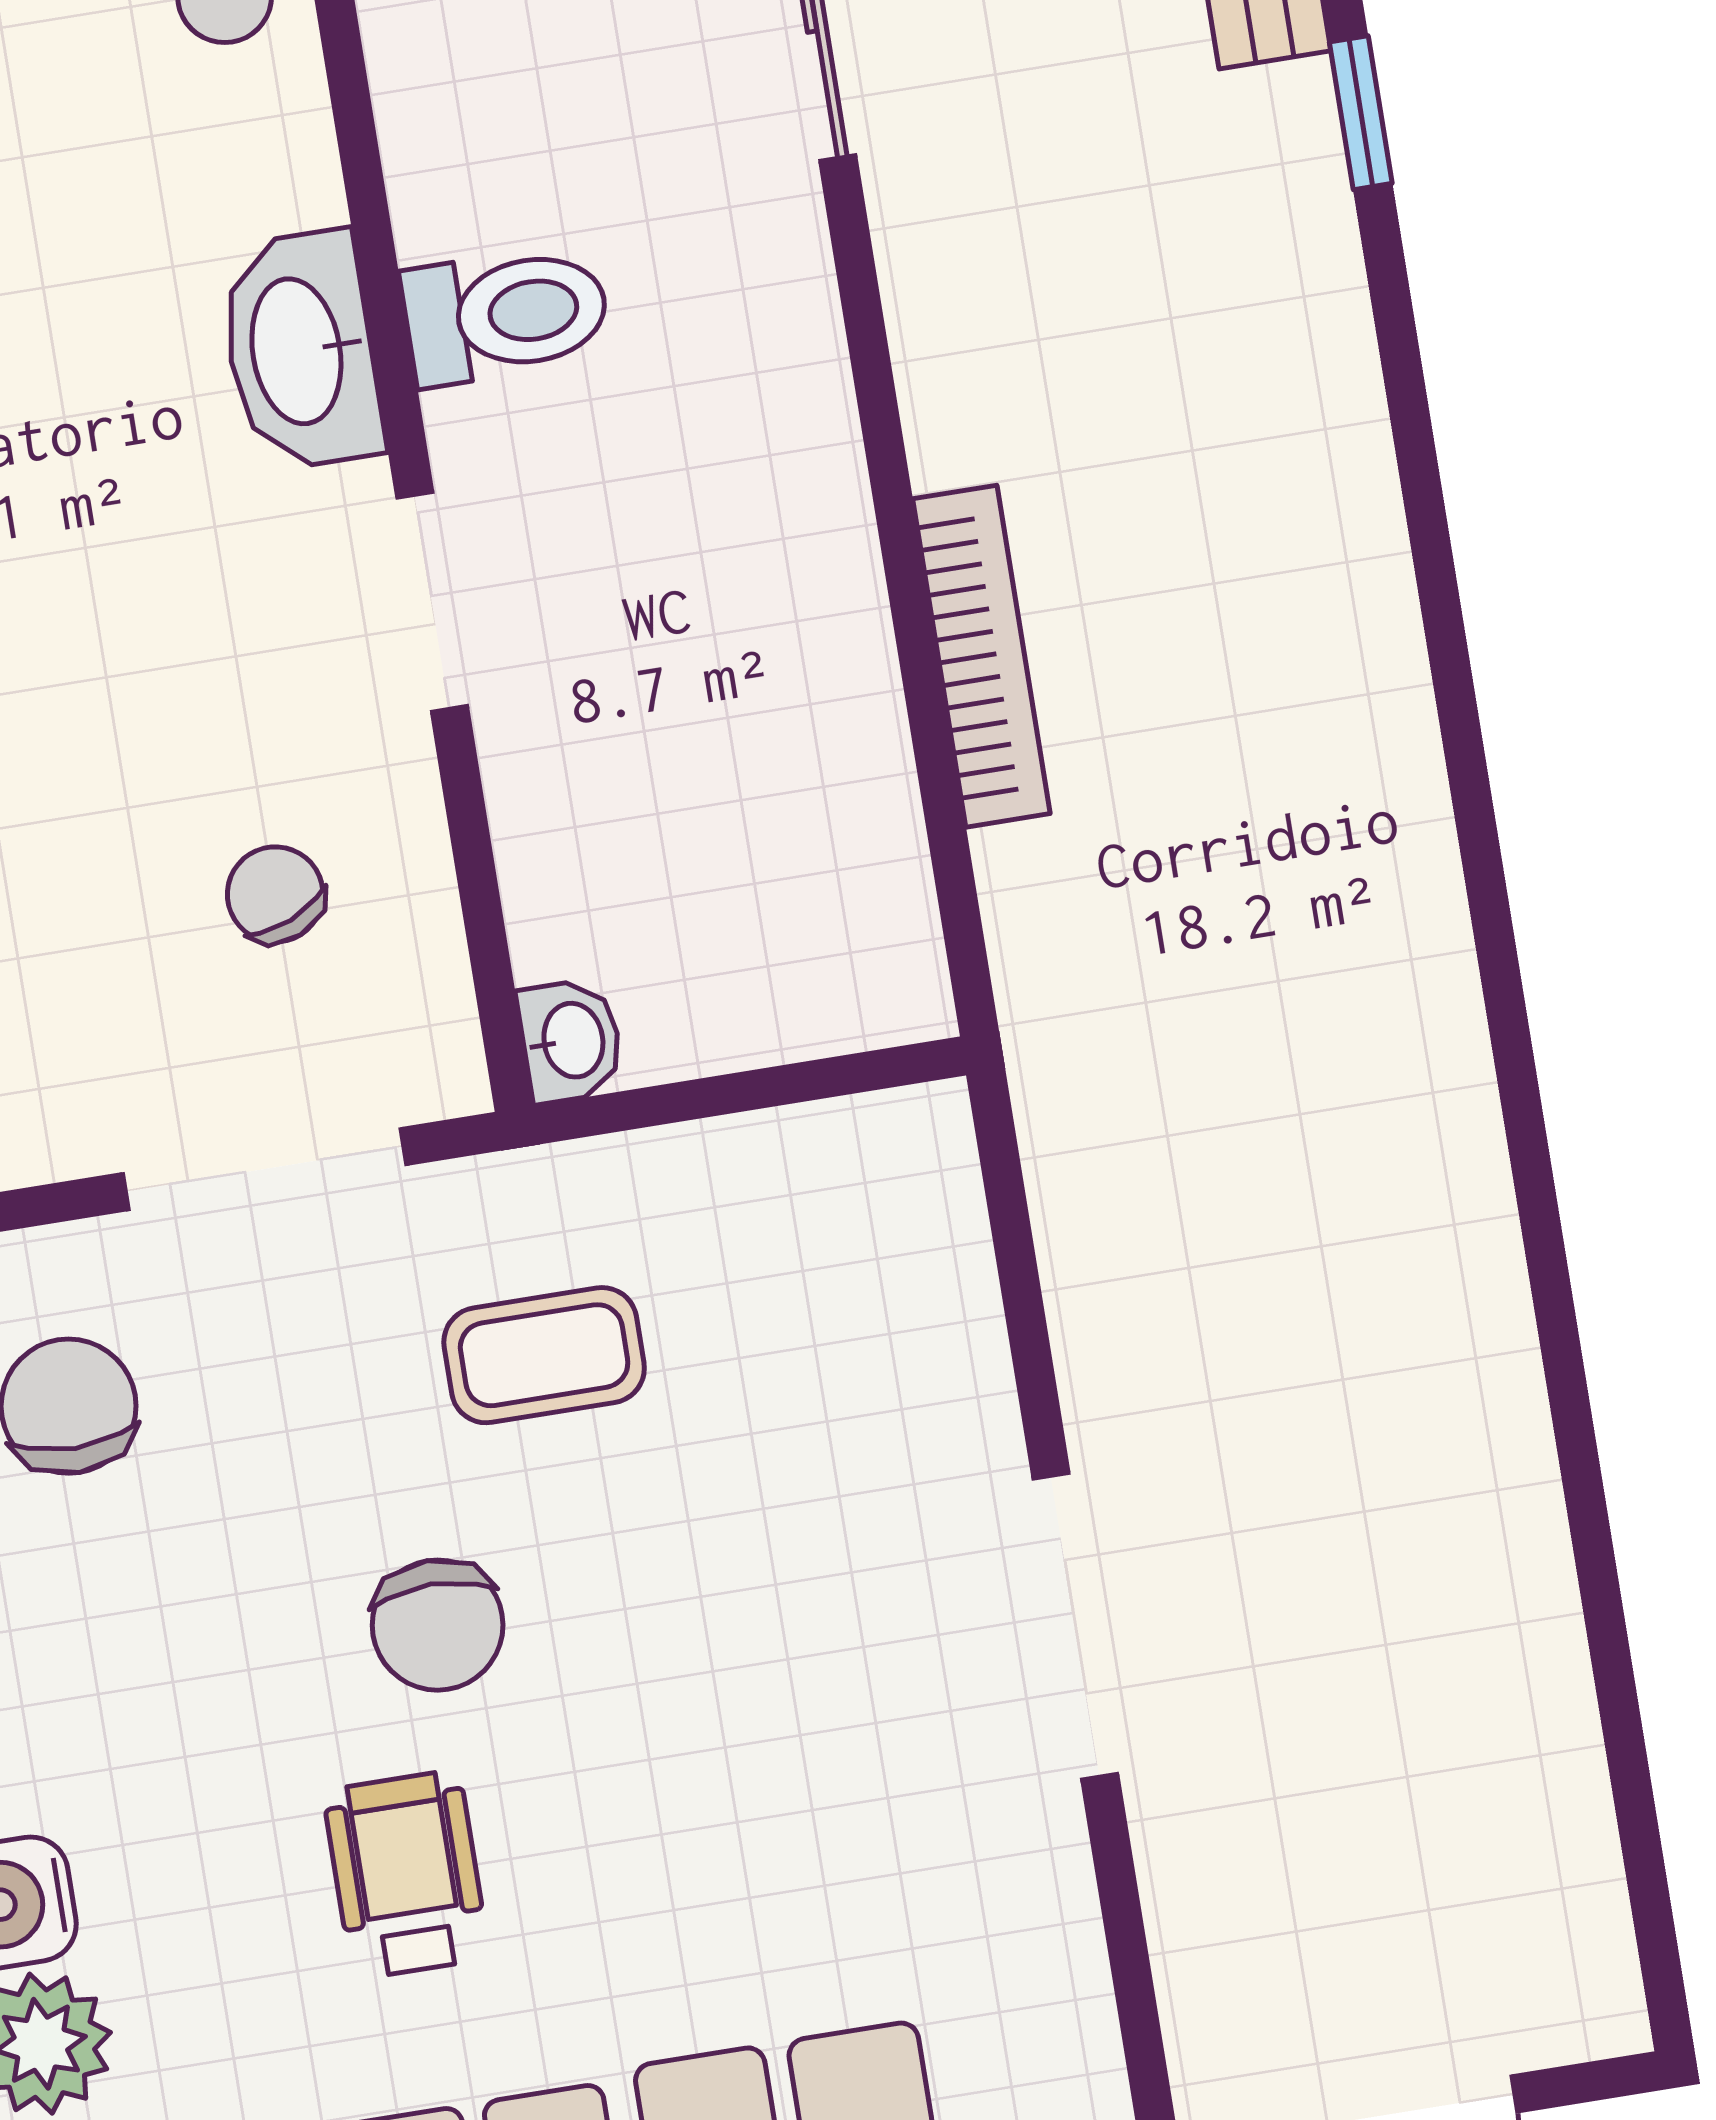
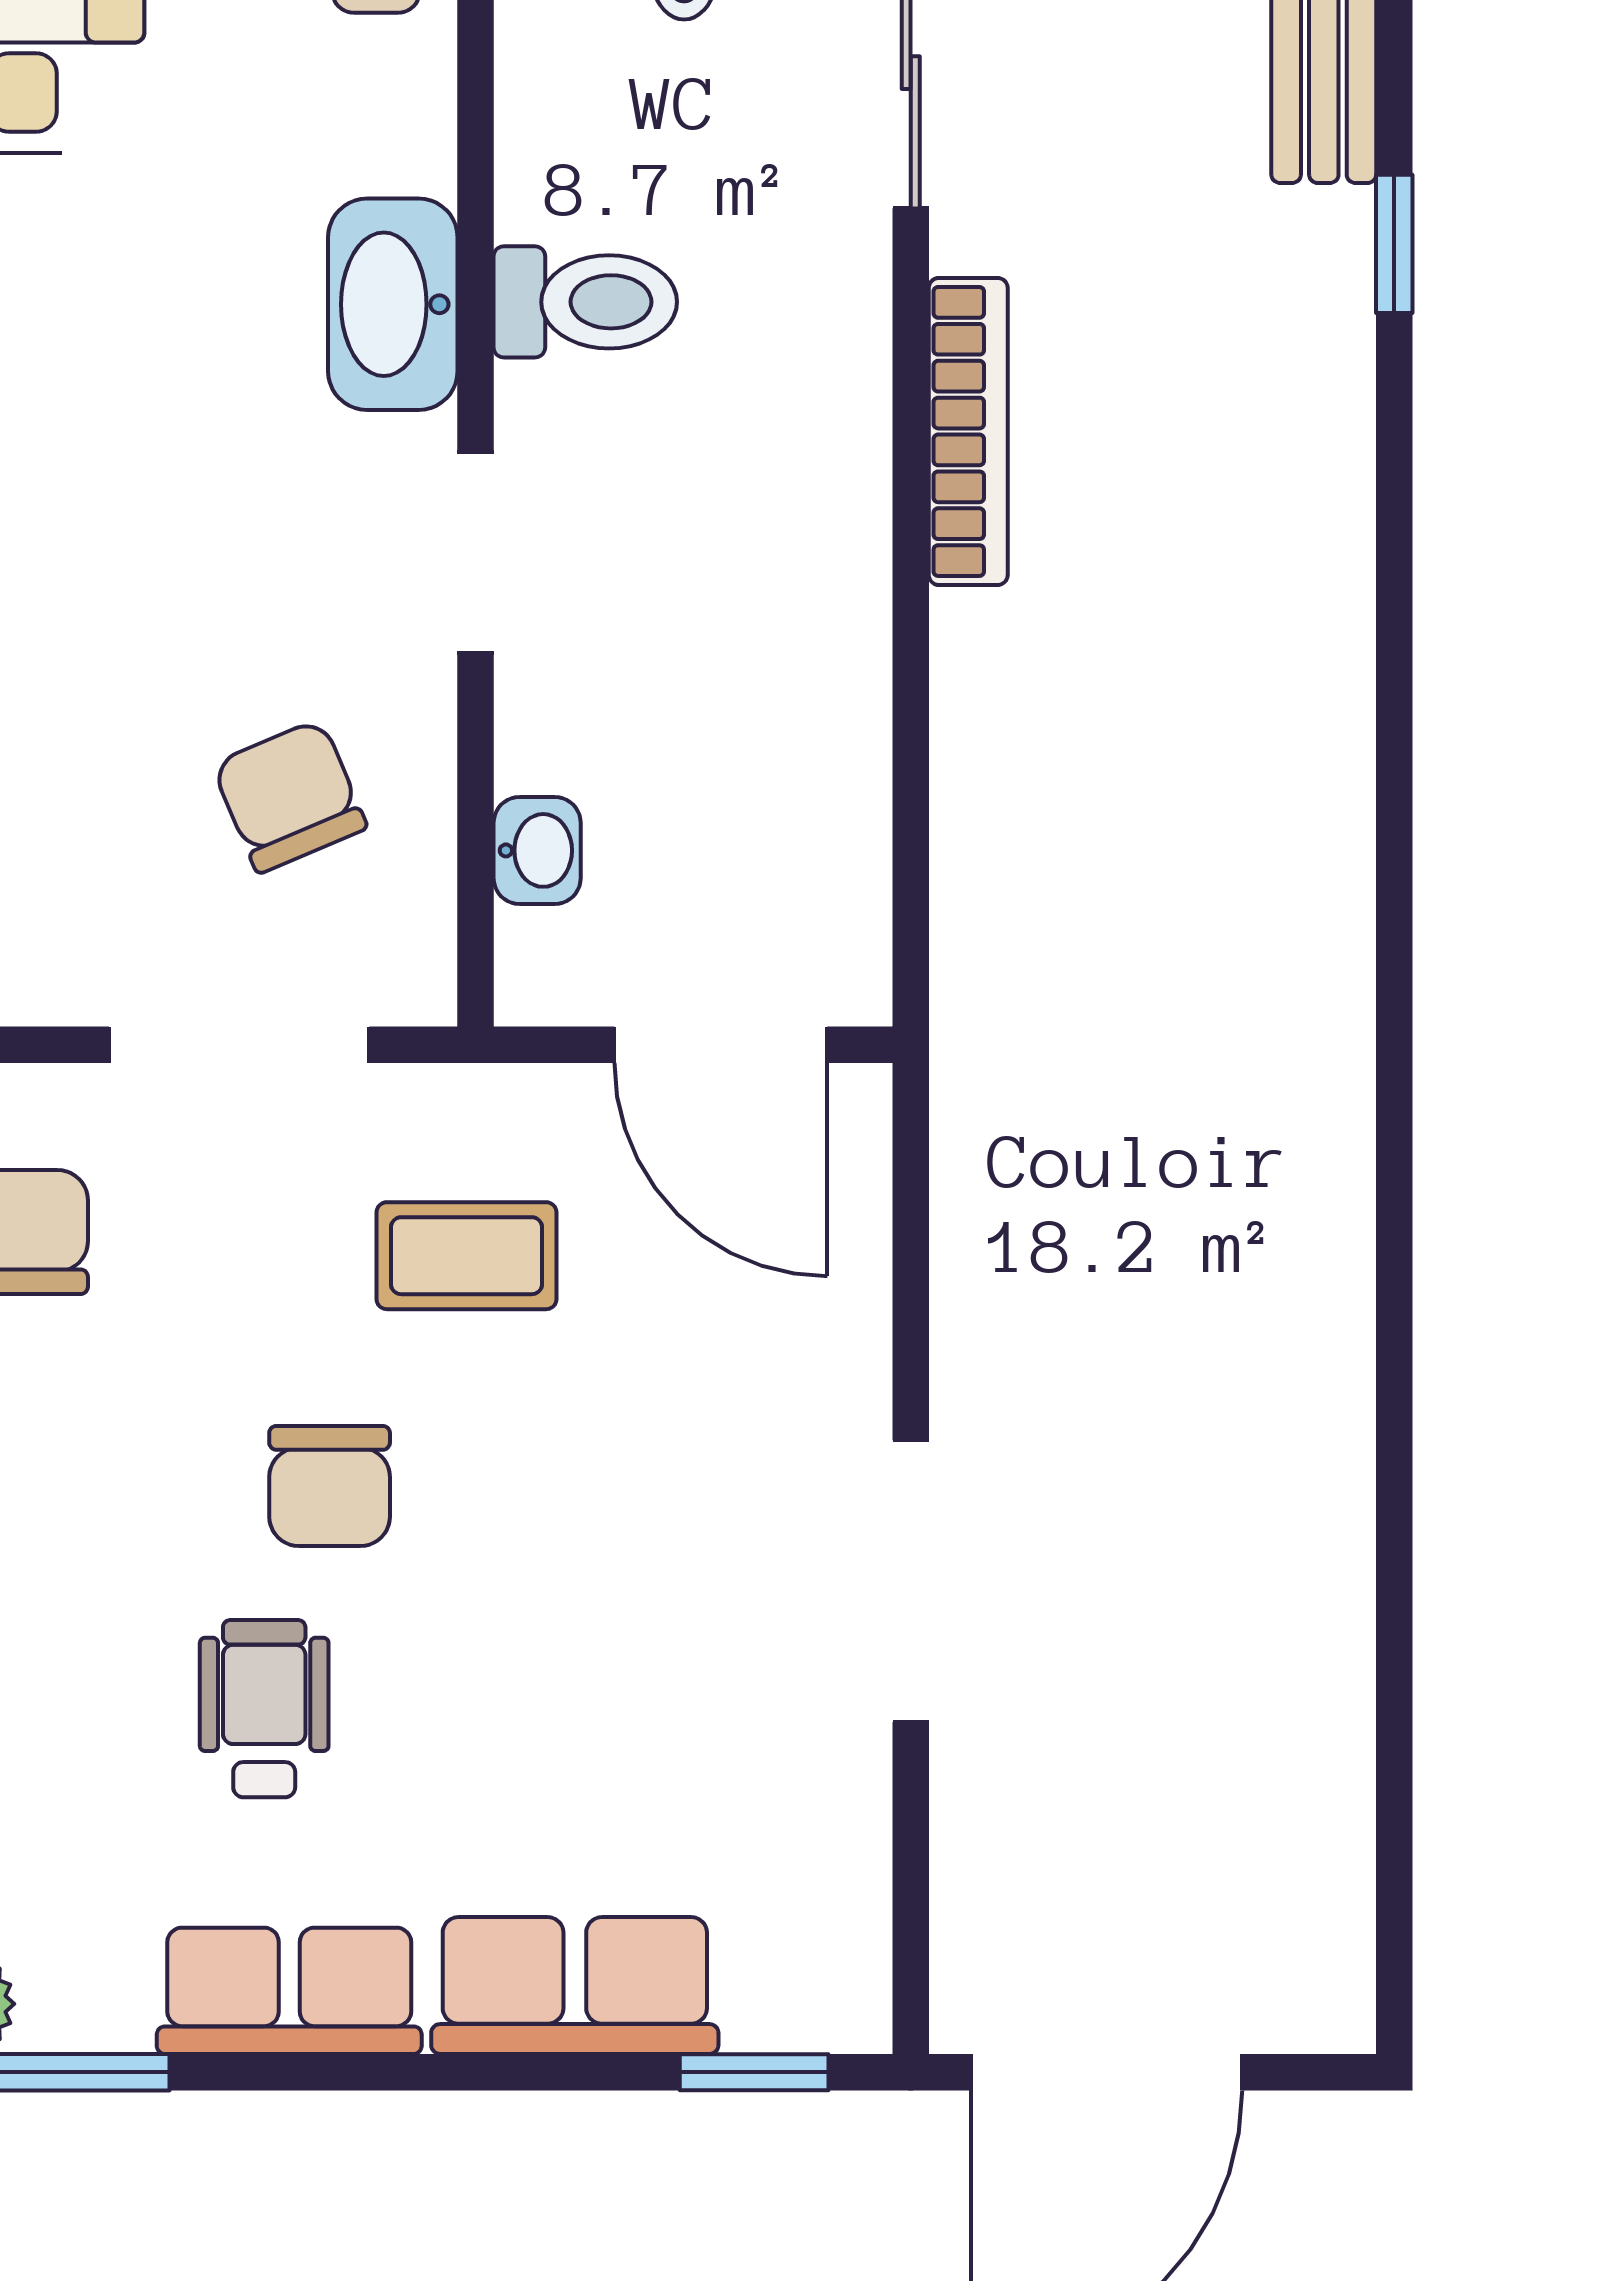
bookcase: (981, 656) -> (968, 431), moved
chair: (275, 894) -> (289, 796), width x1.37, depth x1.37
washbasin: (571, 1041) -> (537, 850), moved
door: (780, 1086) -> (721, 1045), added

